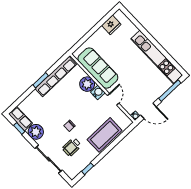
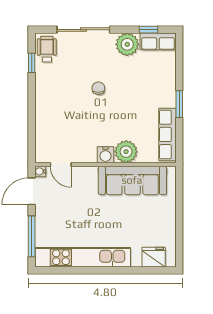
fridge: (111, 25) -> (154, 257), moved, turned 90
row of seats: (56, 76) -> (167, 134), width x0.73
door: (113, 99) -> (61, 164), moved
coffee table: (105, 135) -> (51, 117), removed
wheelchair: (72, 147) -> (47, 49), moved

